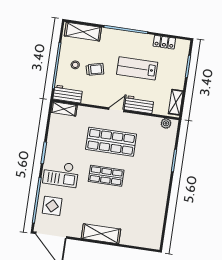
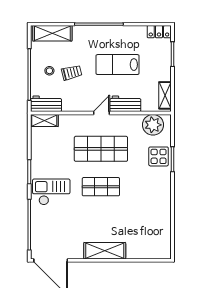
locker: (164, 42) -> (159, 32), moved
plant: (166, 123) -> (153, 125), width x1.88, depth x1.88
checkout: (61, 174) -> (51, 192), turned 180
display table: (52, 206) -> (159, 156), moved

